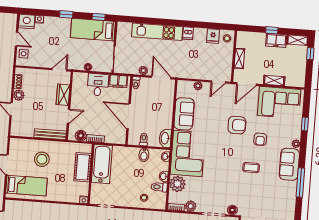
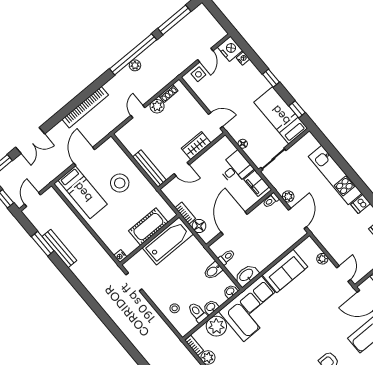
door: (218, 82) -> (344, 274), swing flipped
armchair: (237, 125) -> (321, 328), removed
floor lamp: (81, 136) -> (199, 226), moved

